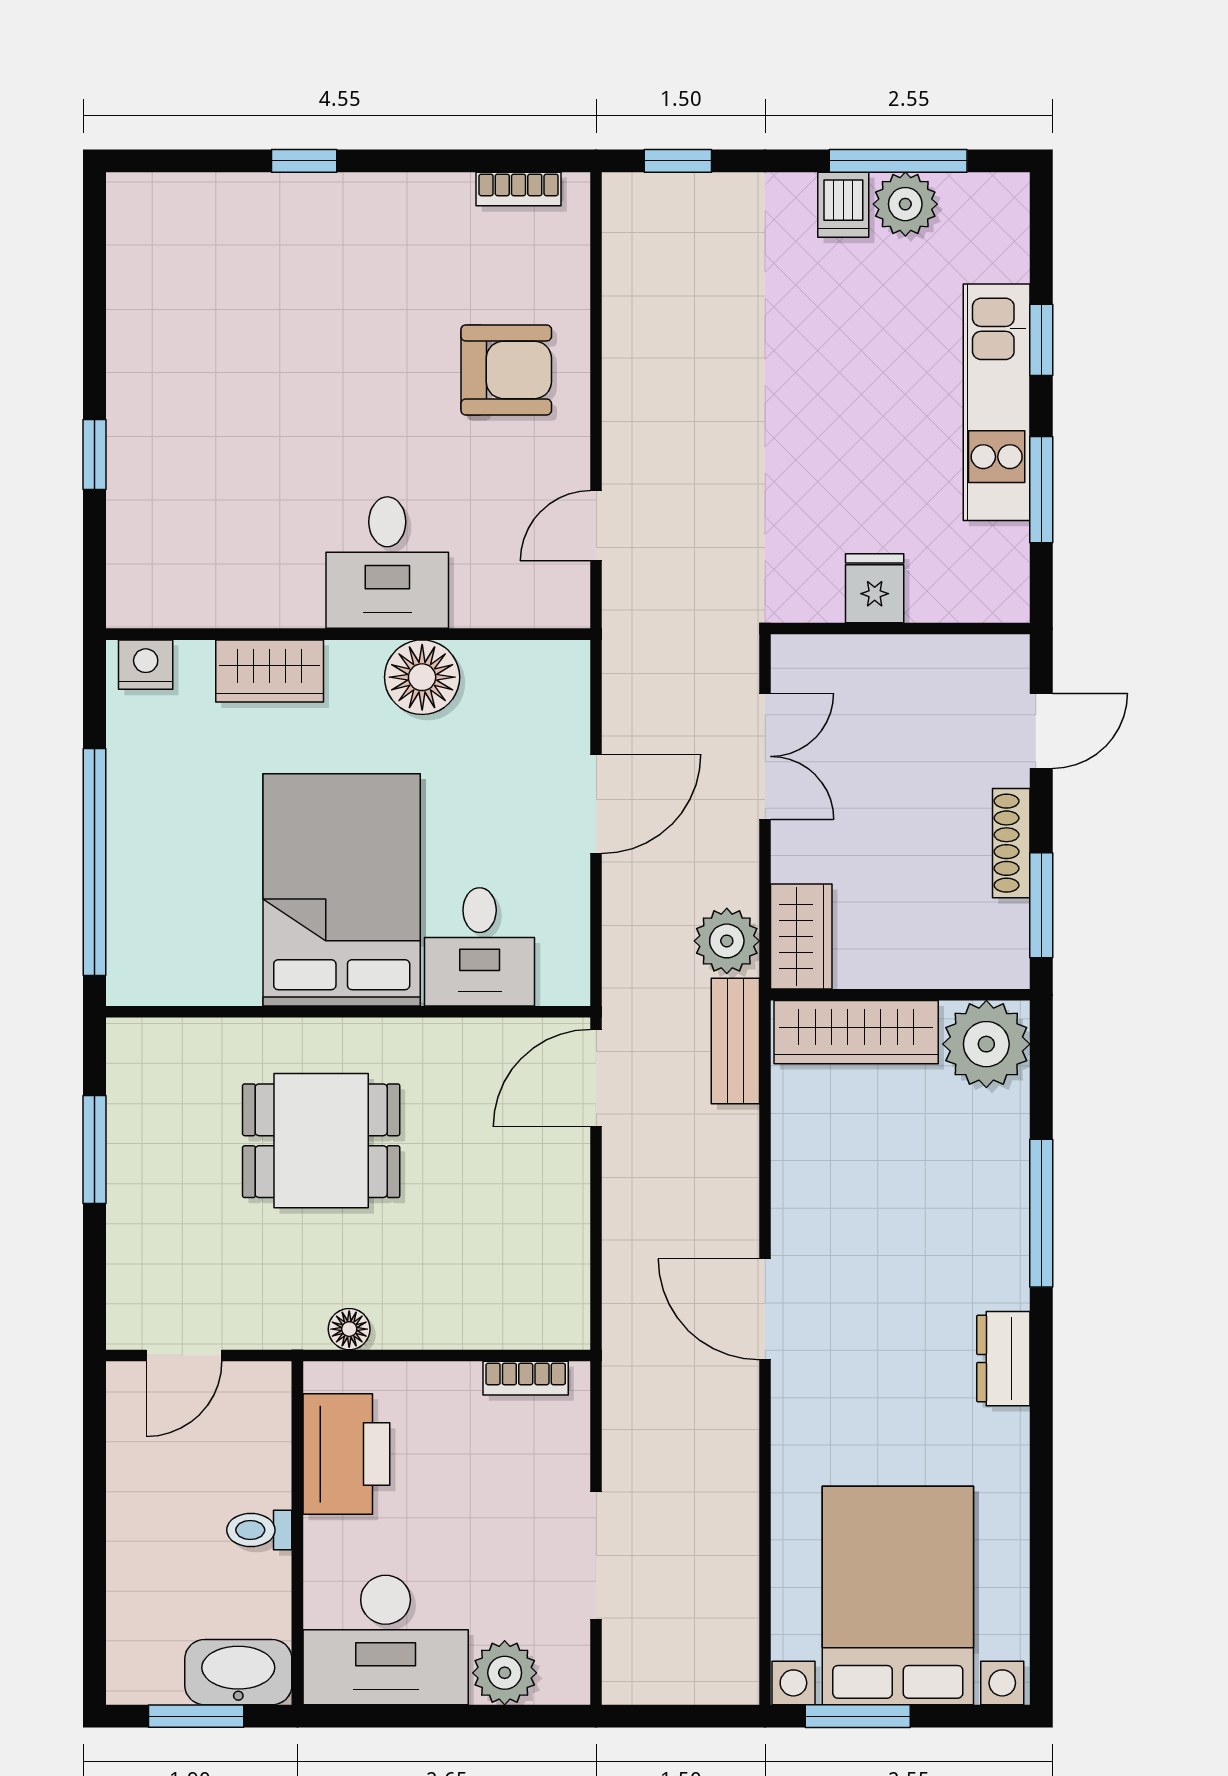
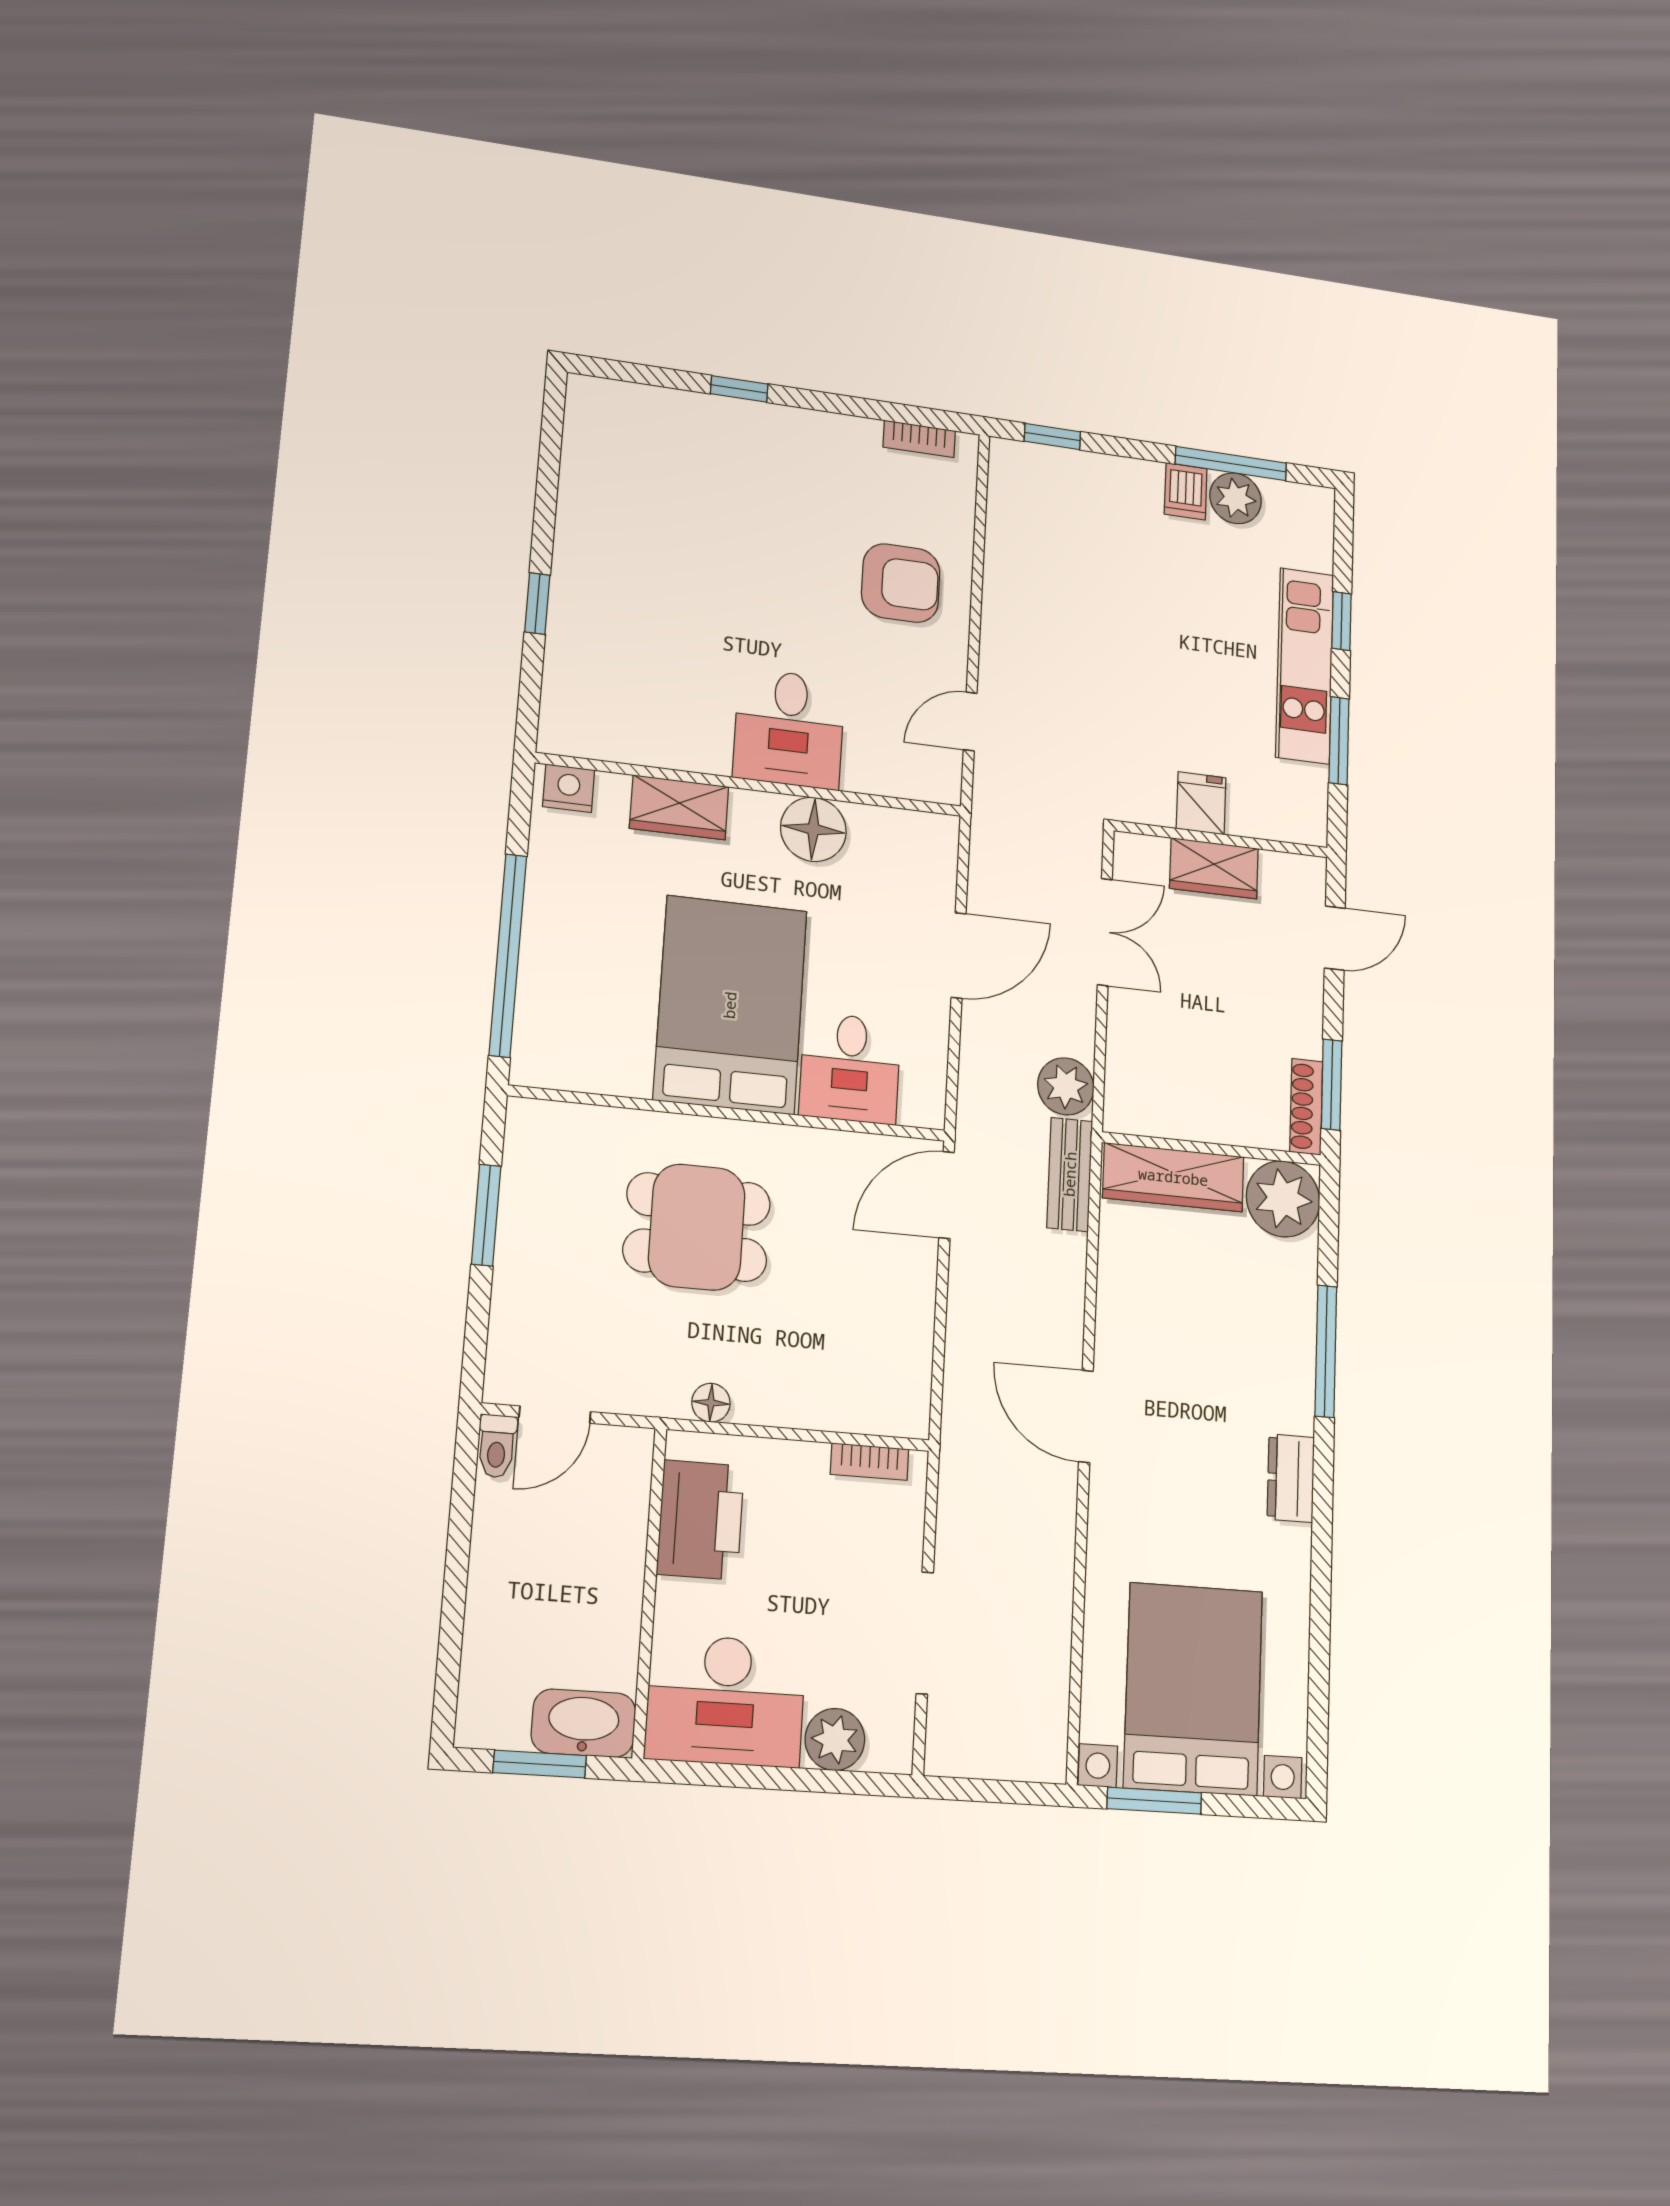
shoe rack: (1011, 843) -> (1306, 1107), moved
wardrobe: (801, 937) -> (1214, 868), moved, turned 90
toilet: (259, 1530) -> (497, 1446), moved, turned -90

